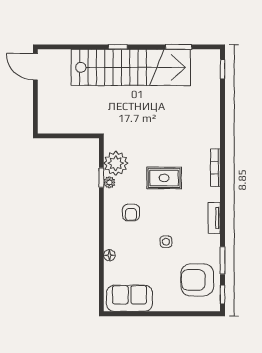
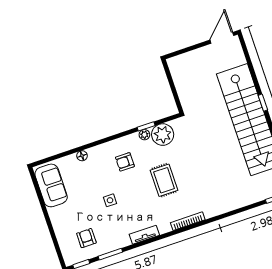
armchair: (197, 280) -> (86, 238), width x0.53, depth x0.53

